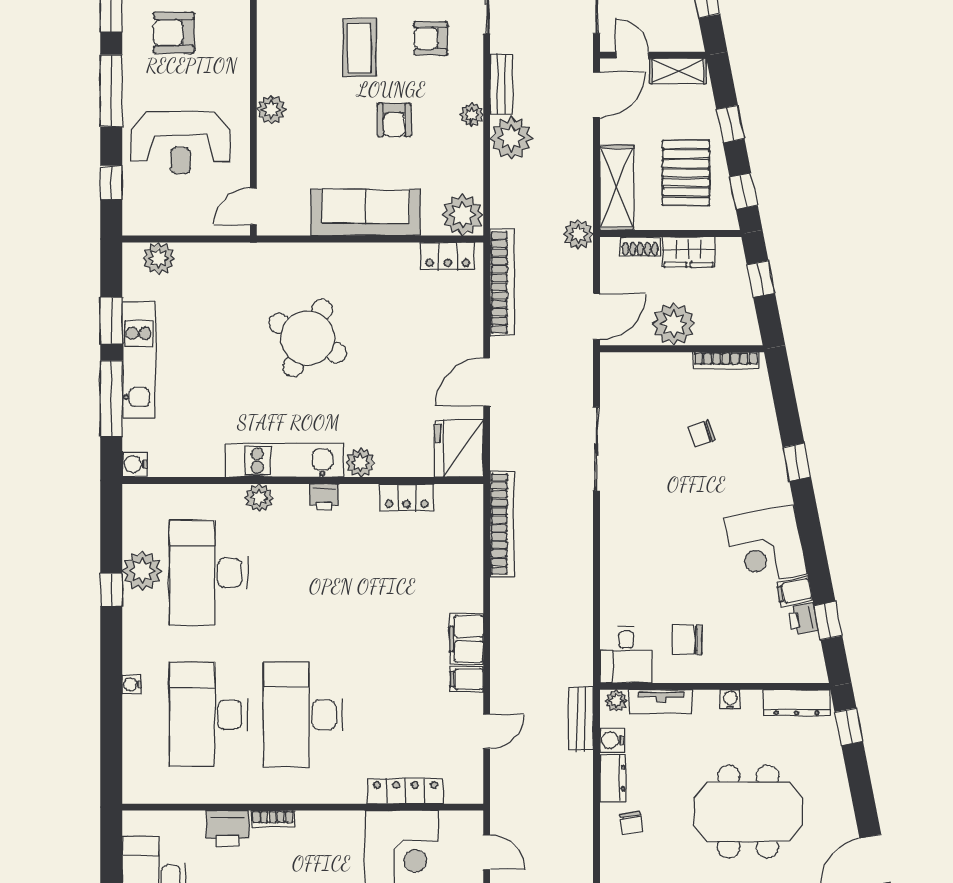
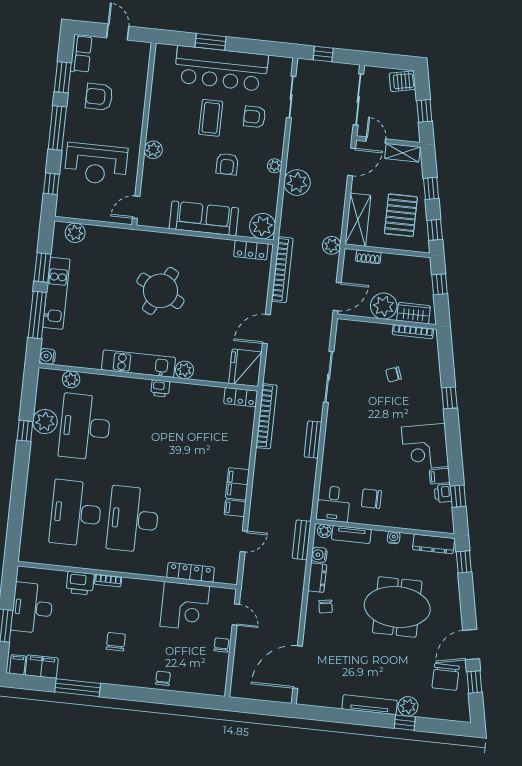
bench: (501, 85) -> (313, 440), moved
wardrobe: (689, 252) -> (413, 313), moved, turned 180
locker: (407, 497) -> (241, 397), moved
plant: (259, 498) -> (71, 379), moved
water cooler: (132, 684) -> (31, 490), removed

